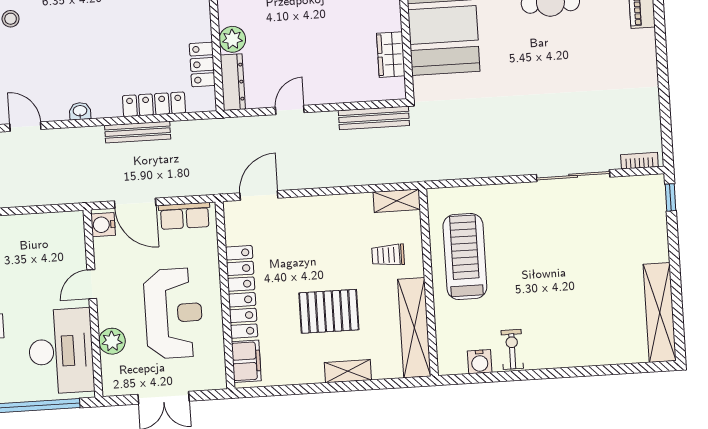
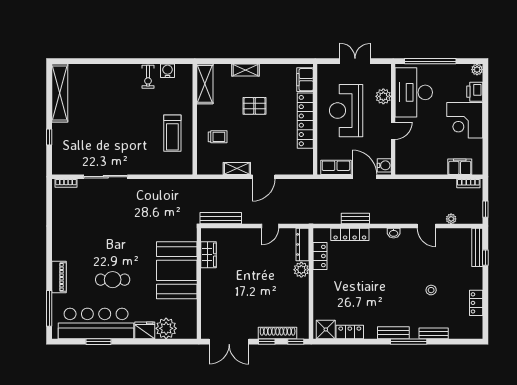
bench: (138, 132) -> (355, 219), width x0.73
door: (259, 195) -> (264, 177), moved
window: (670, 197) -> (49, 137), moved
shelving: (397, 201) -> (237, 169), moved
treadmill: (465, 257) -> (172, 133), width x0.73, depth x0.73
pallet: (329, 311) -> (255, 106), width x0.67, depth x0.71
shelving: (414, 328) -> (205, 84), width x0.68

